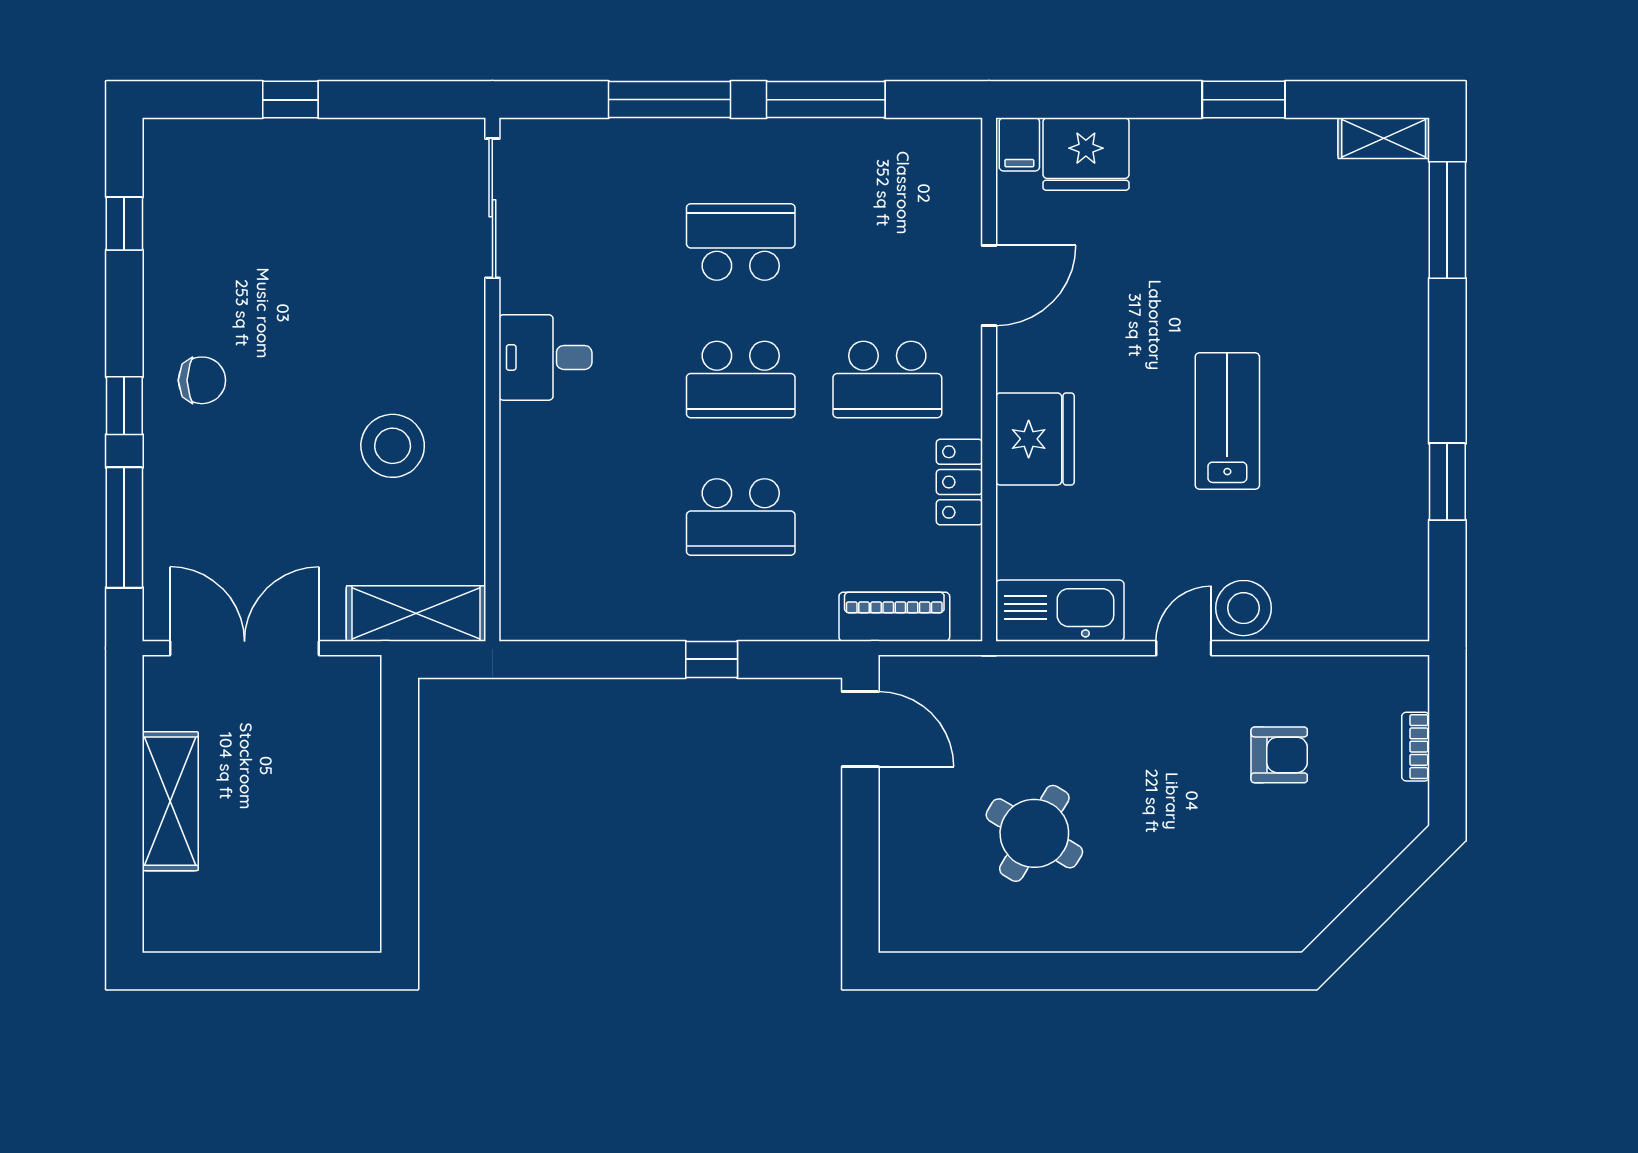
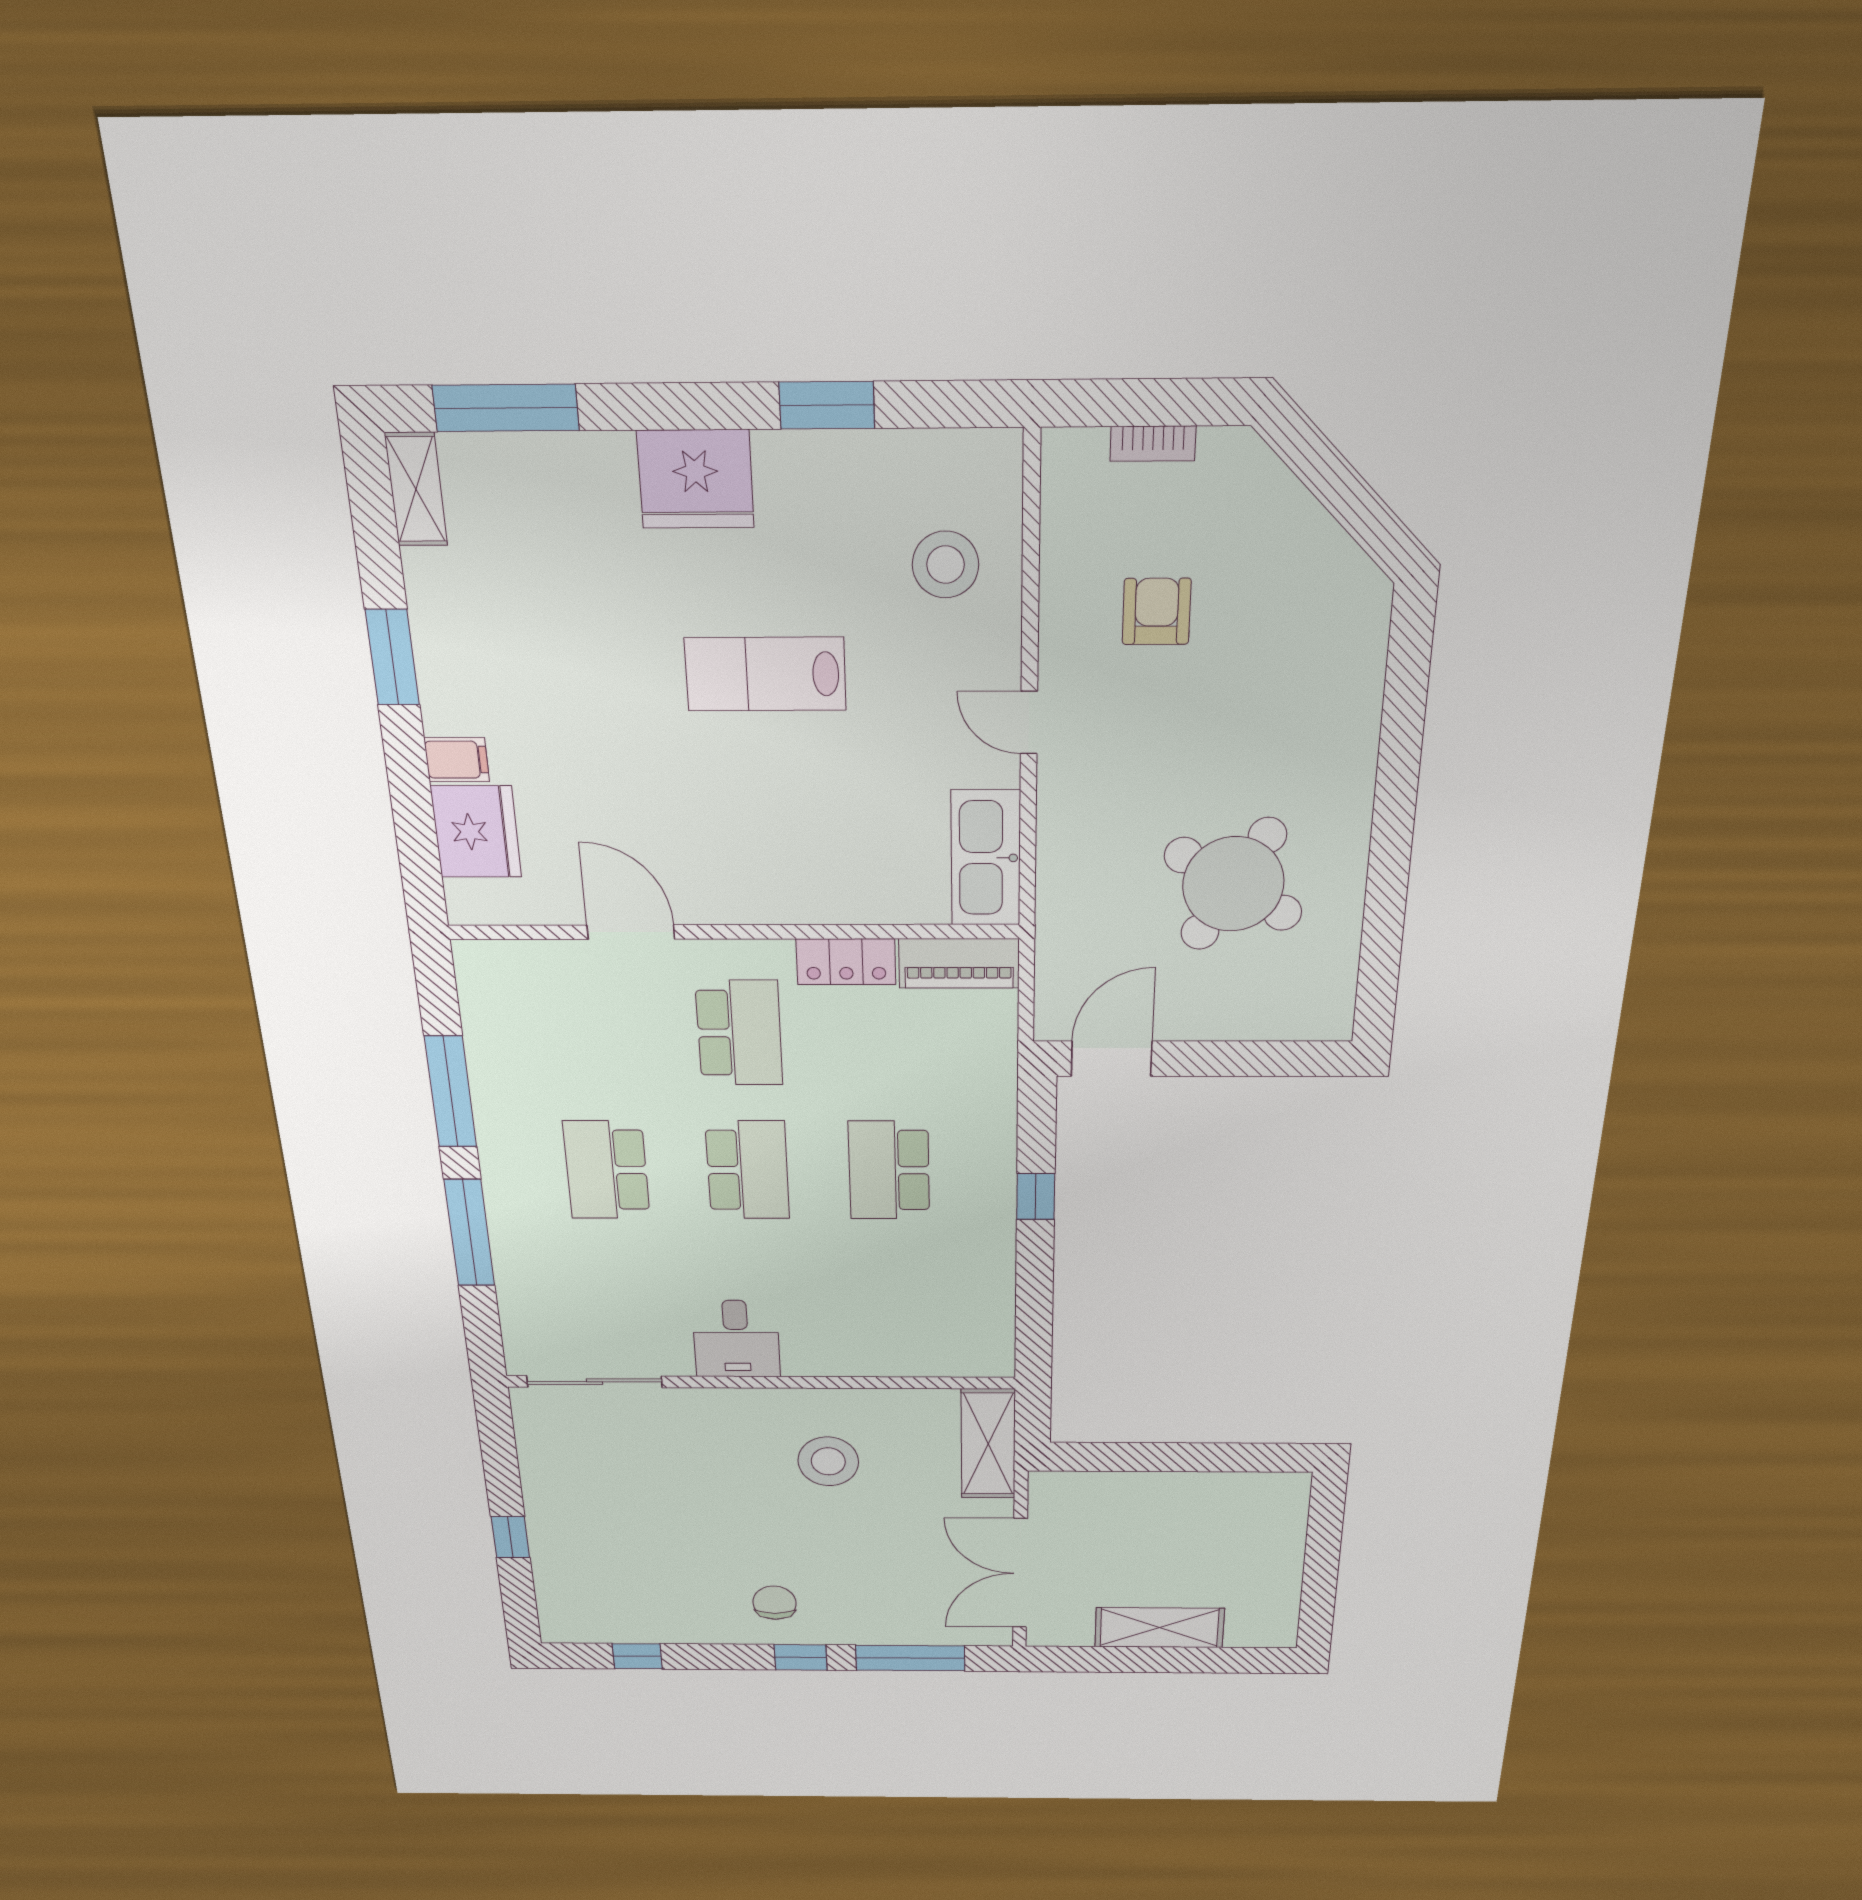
filing cabinet: (1019, 144) -> (457, 760), moved
fridge: (1035, 439) -> (696, 479), moved, turned 180
school desk: (741, 517) -> (889, 1170), turned 180
stool: (1243, 608) -> (946, 565), moved
piano: (894, 617) -> (959, 963), moved, turned -90
round table: (1034, 833) -> (1233, 884), width x1.36, depth x1.36

